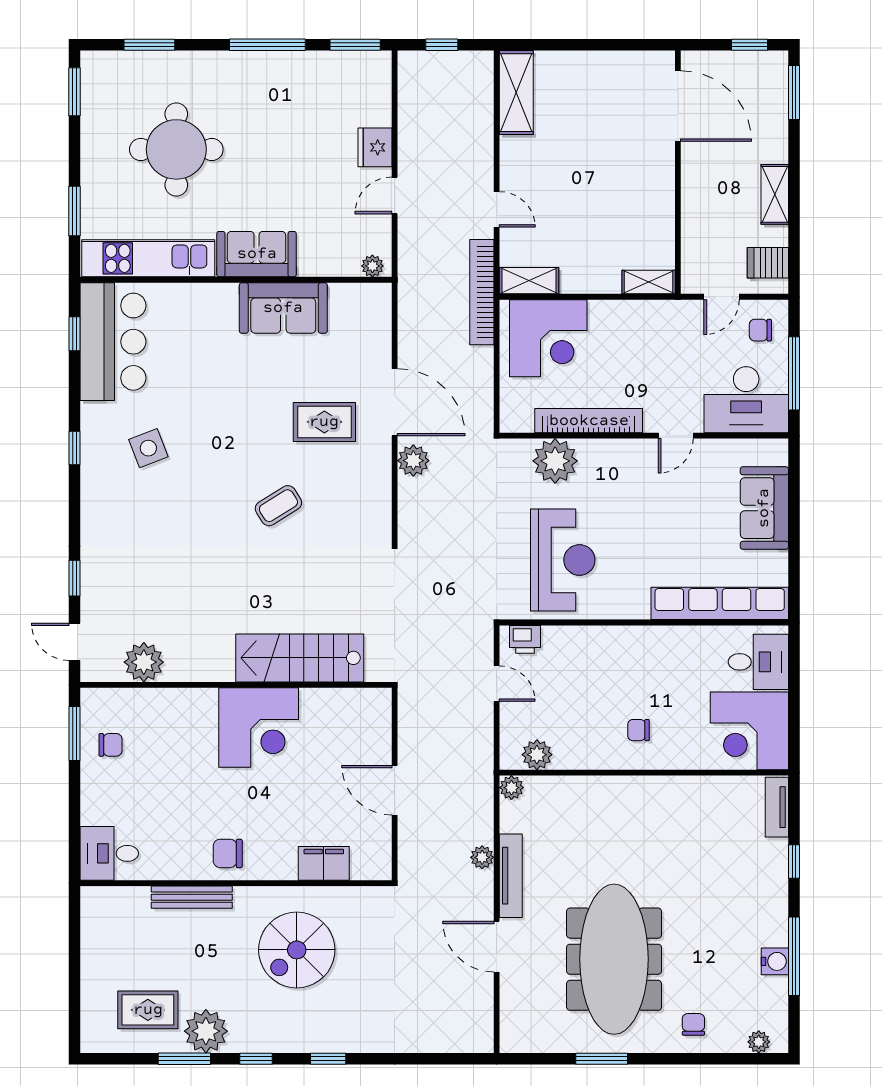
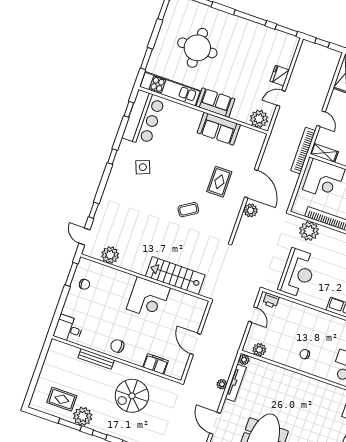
plant: (372, 266) -> (259, 119), width x1.88, depth x1.88
rug: (324, 422) -> (219, 182), turned 90
tv unit: (511, 876) -> (236, 383), moved

